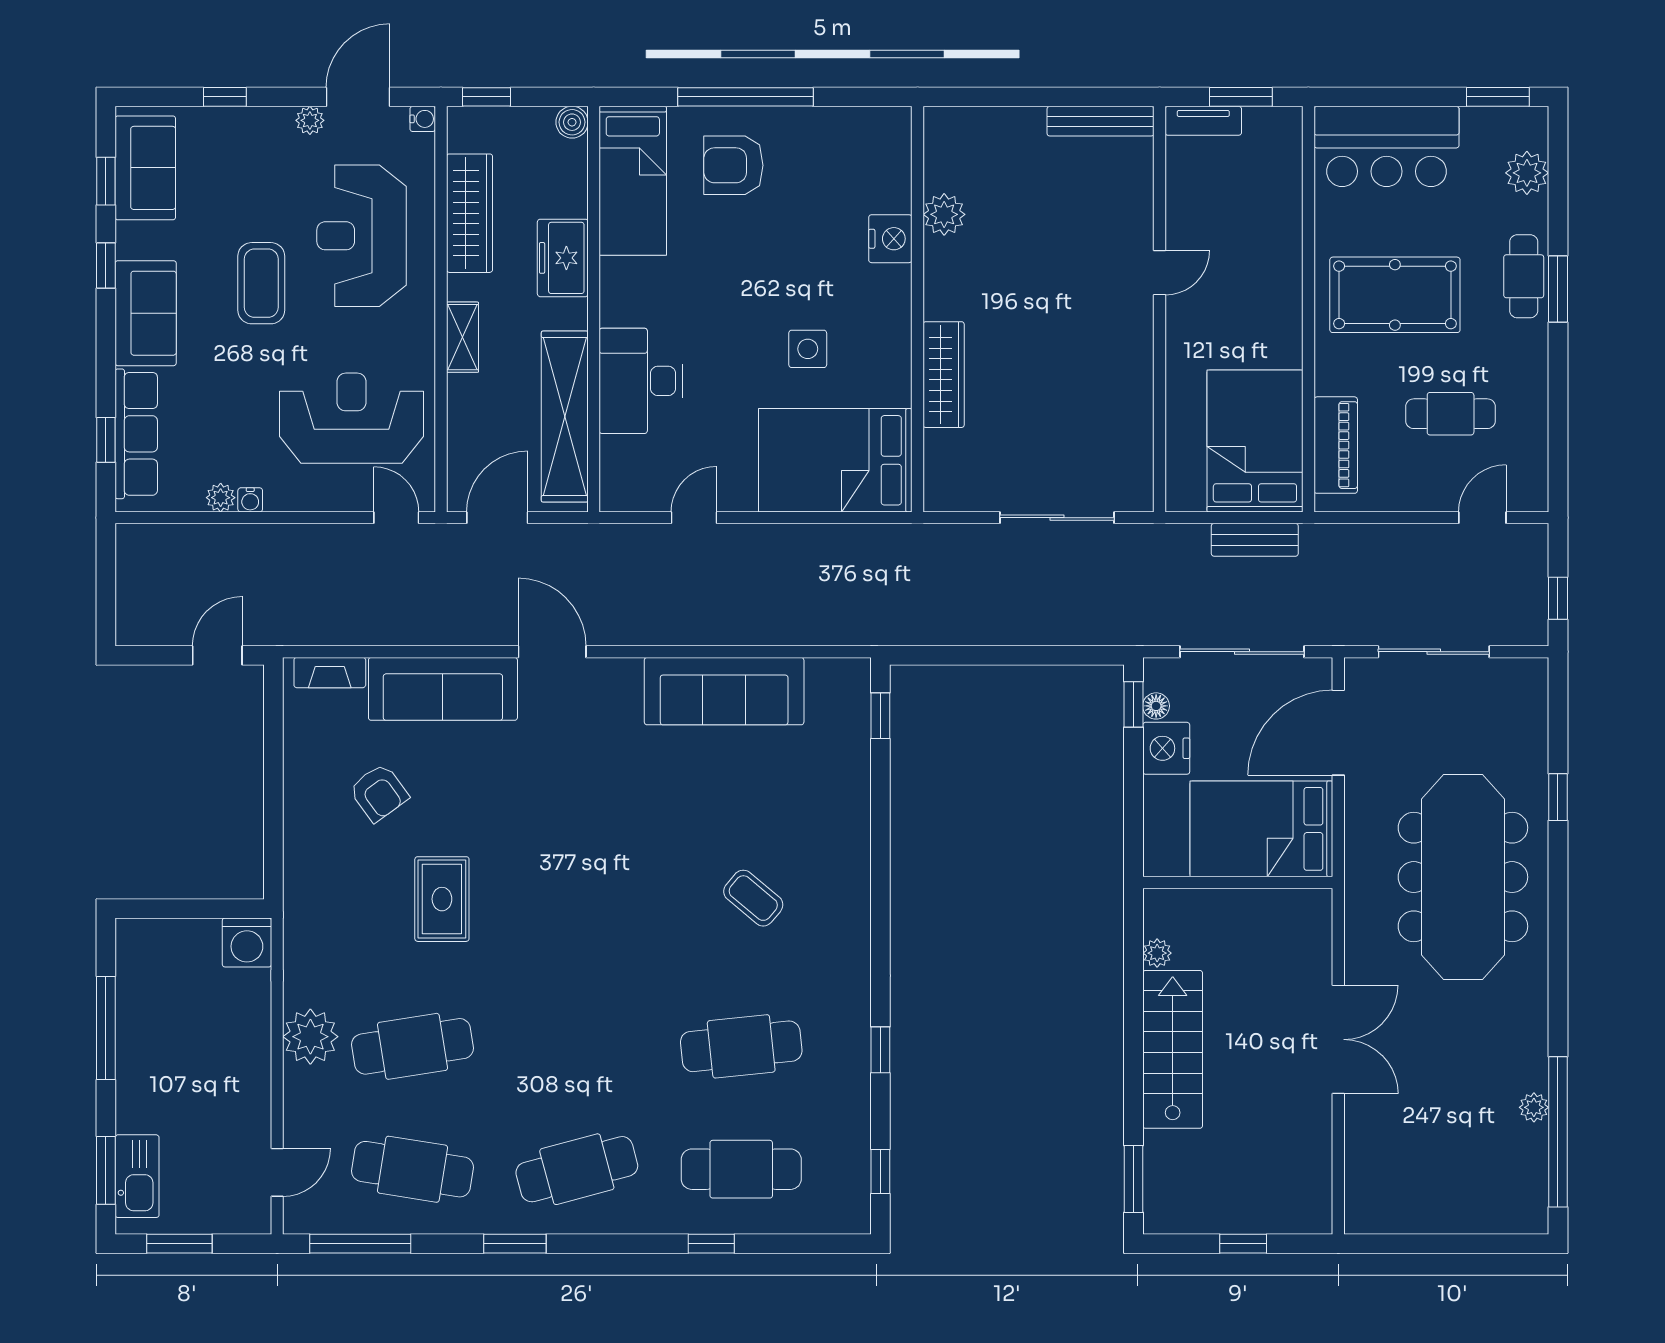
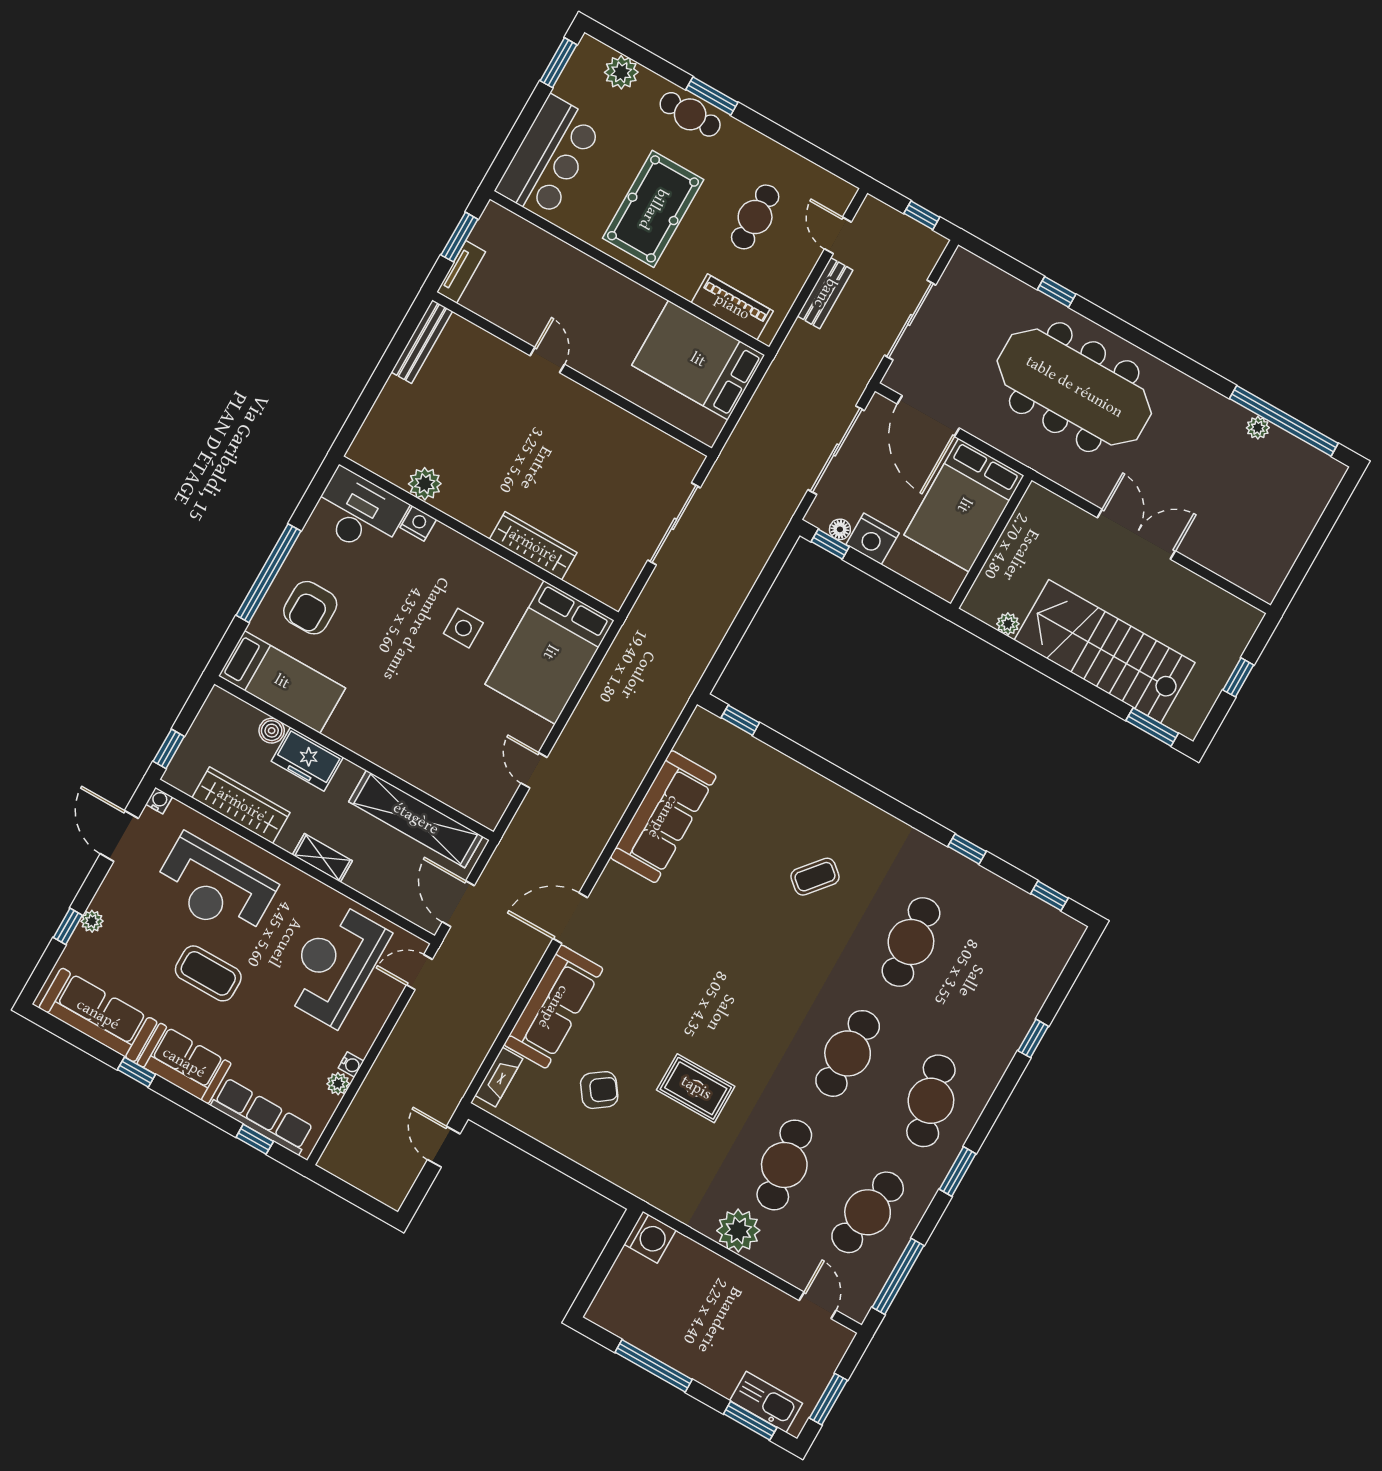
plant: (310, 120) -> (92, 921), moved
boiler: (572, 122) -> (272, 731), moved
sofa: (145, 168) -> (98, 1015), width x1.36
window: (106, 181) -> (79, 1040), removed
nightstand: (890, 239) -> (418, 523), width x0.74, depth x0.75
desk: (641, 381) -> (359, 512), moved, turned 180
bench: (1255, 540) -> (825, 293), moved
stairs: (1173, 1049) -> (1105, 651), width x1.36, depth x1.51
cafe table: (741, 1169) -> (848, 1053), moved

